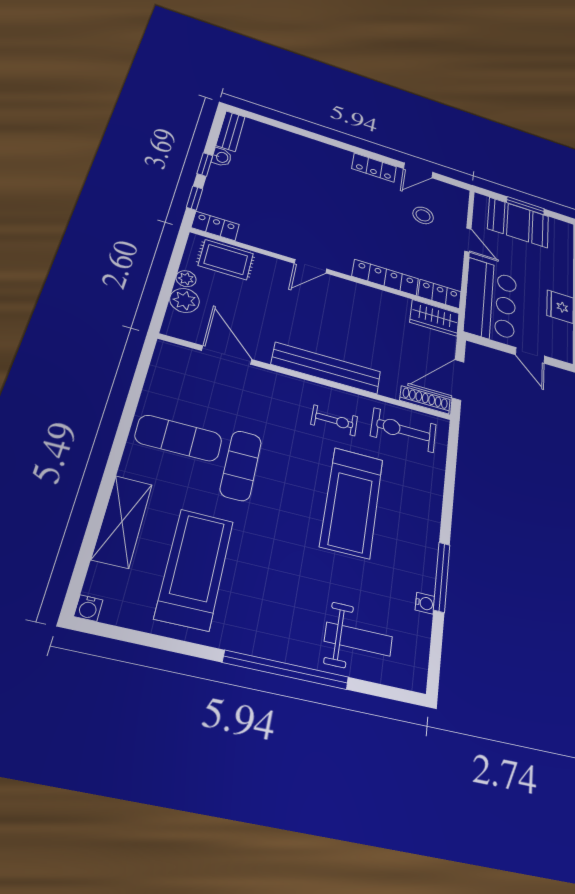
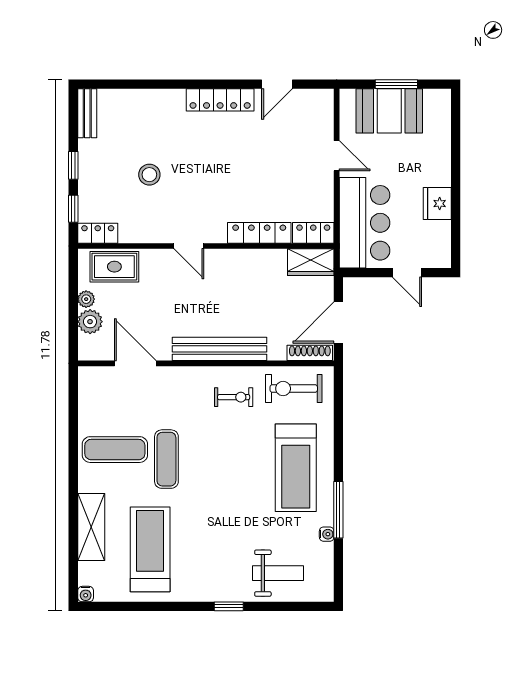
washbasin: (222, 157) -> (86, 150), removed
locker: (374, 168) -> (220, 100), width x1.53
stool: (423, 215) -> (149, 175), moved
door: (311, 266) -> (189, 246), hinge flipped
treadmill: (352, 502) -> (296, 468), moved
window: (286, 670) -> (229, 606), width x0.32

